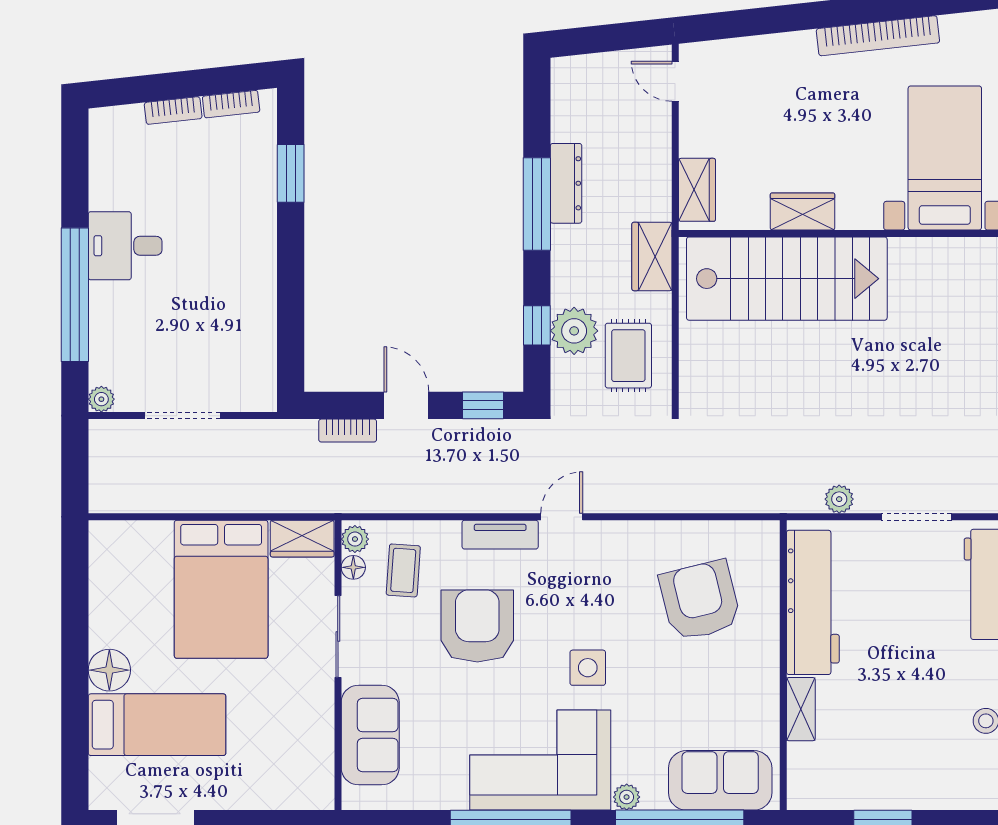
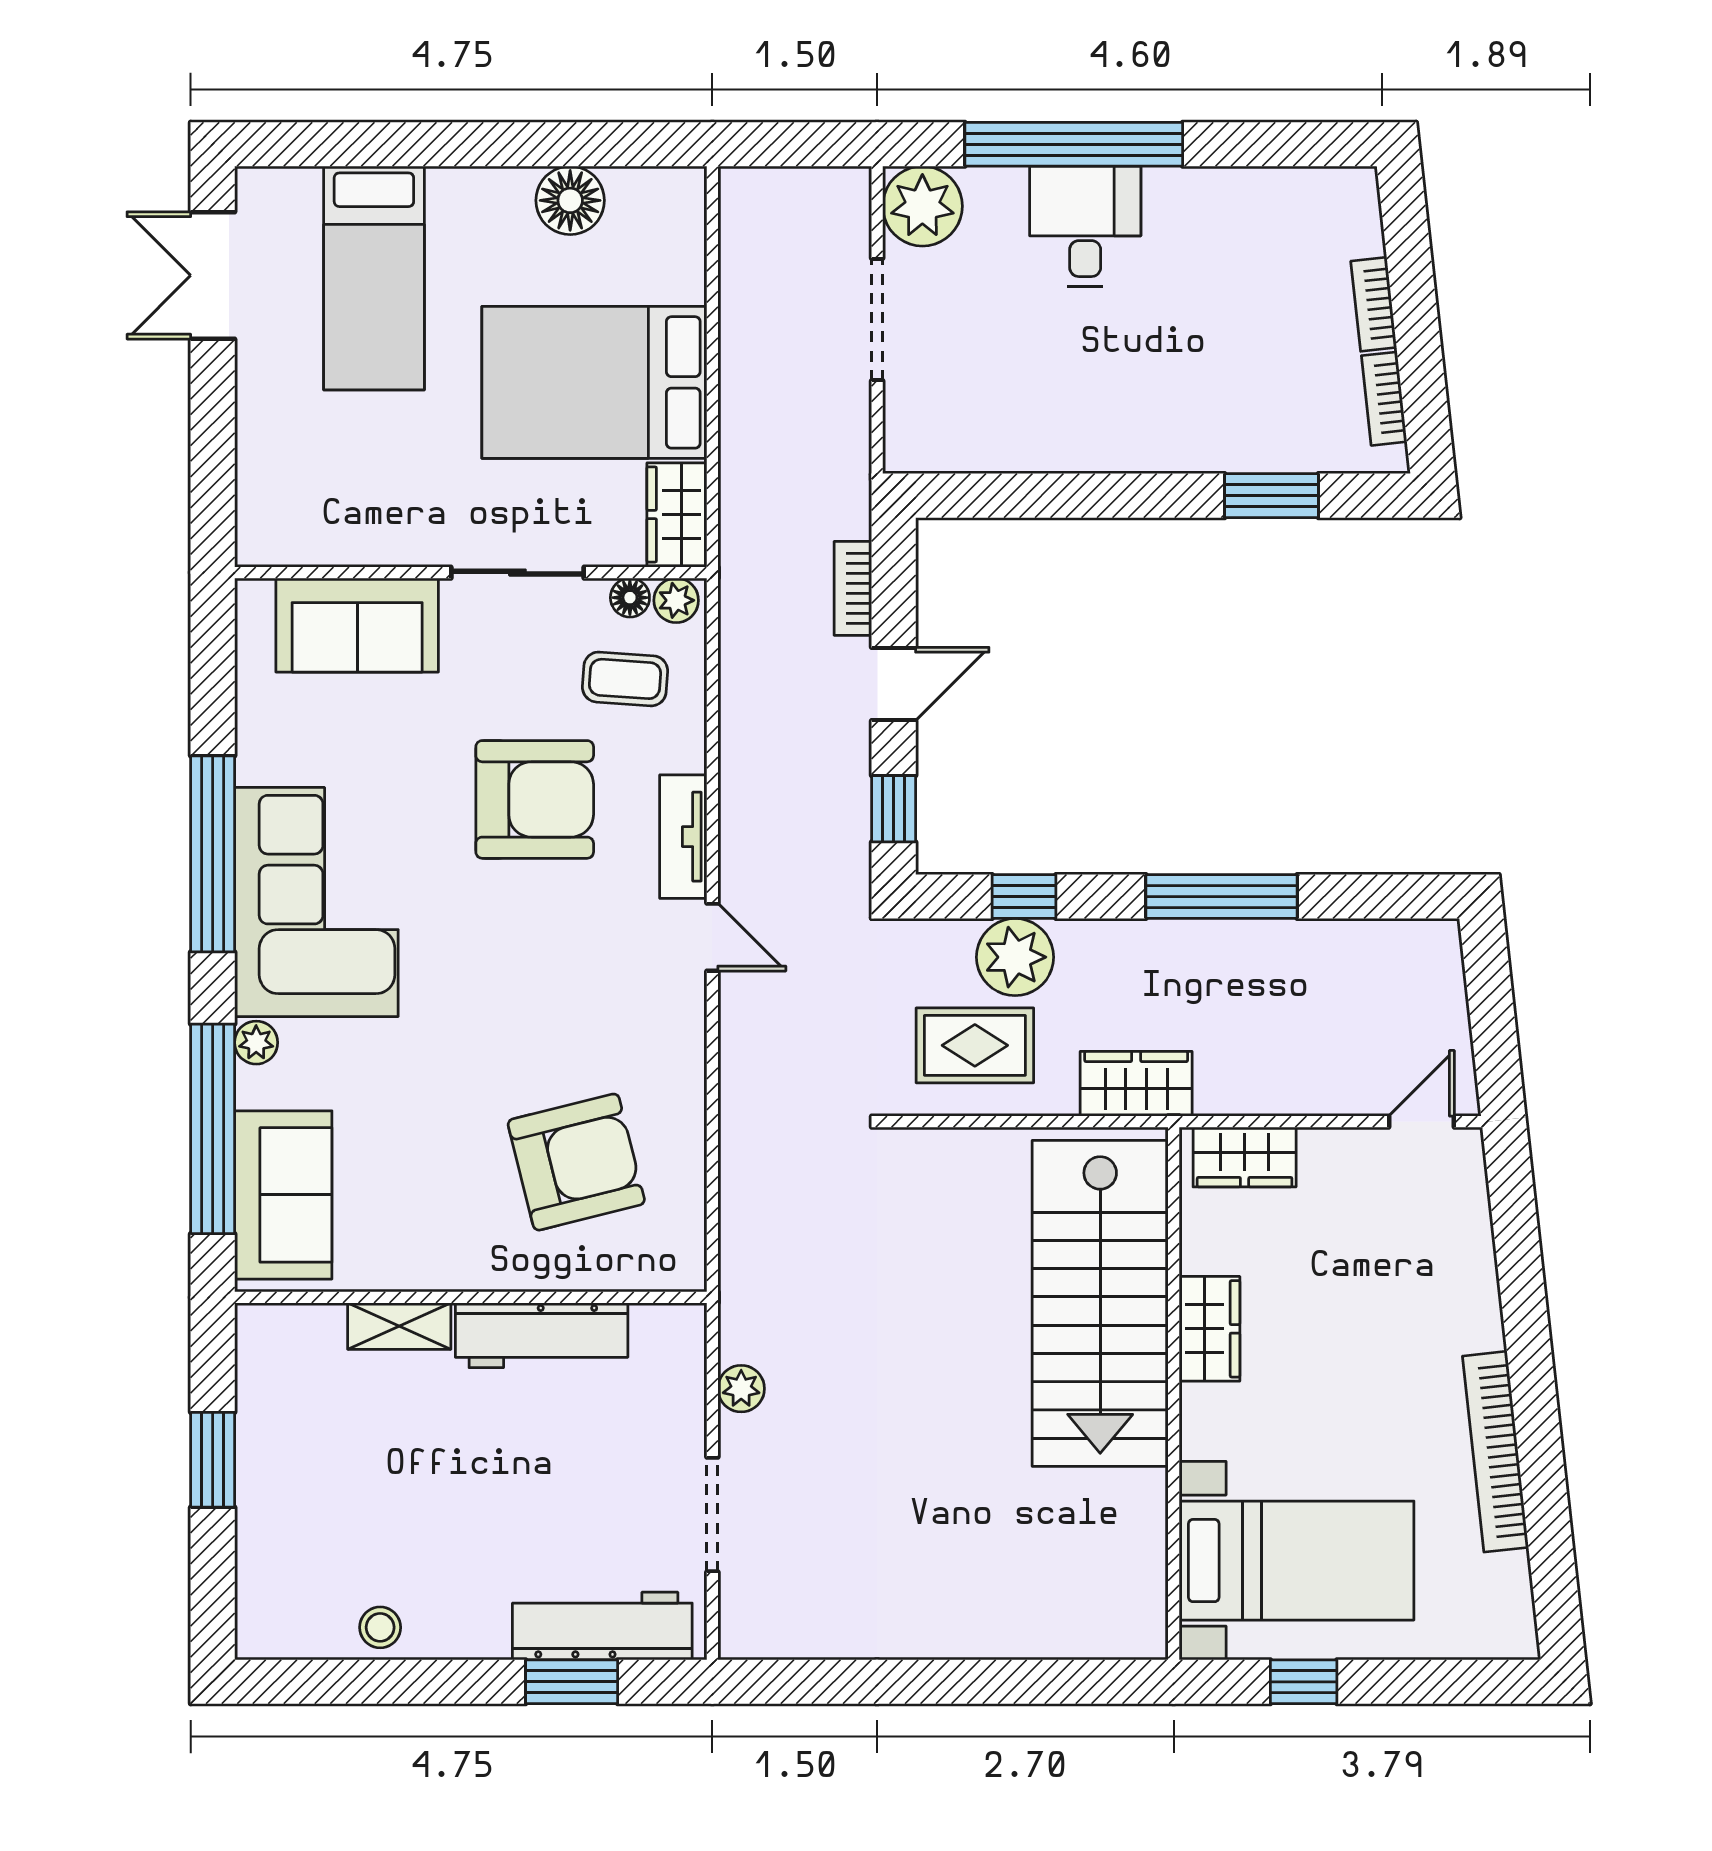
dresser: (566, 183) -> (1255, 944), removed
desk: (125, 246) -> (1085, 226), moved
plant: (101, 399) -> (922, 206), width x1.88, depth x1.88
workbench: (813, 602) -> (542, 1335), width x0.73, depth x0.76
side table: (588, 668) -> (467, 979), removed
floor lamp: (109, 670) -> (570, 200), moved

